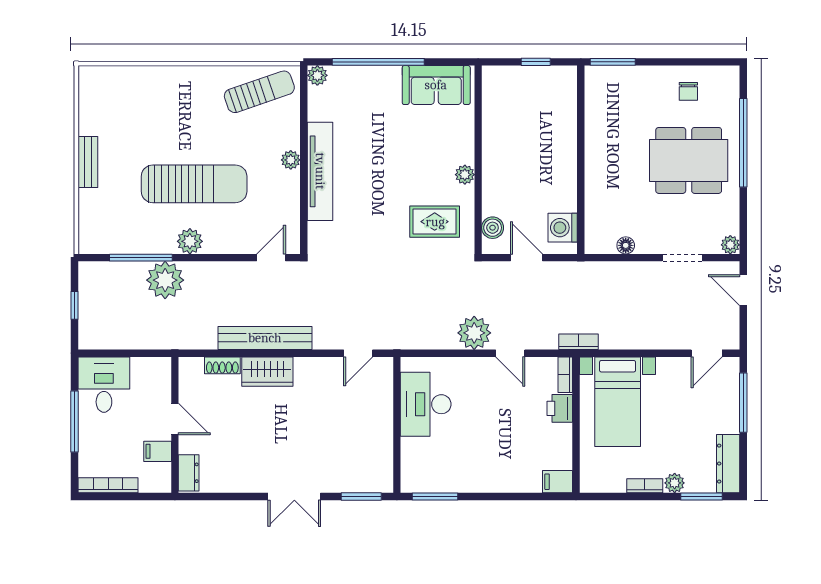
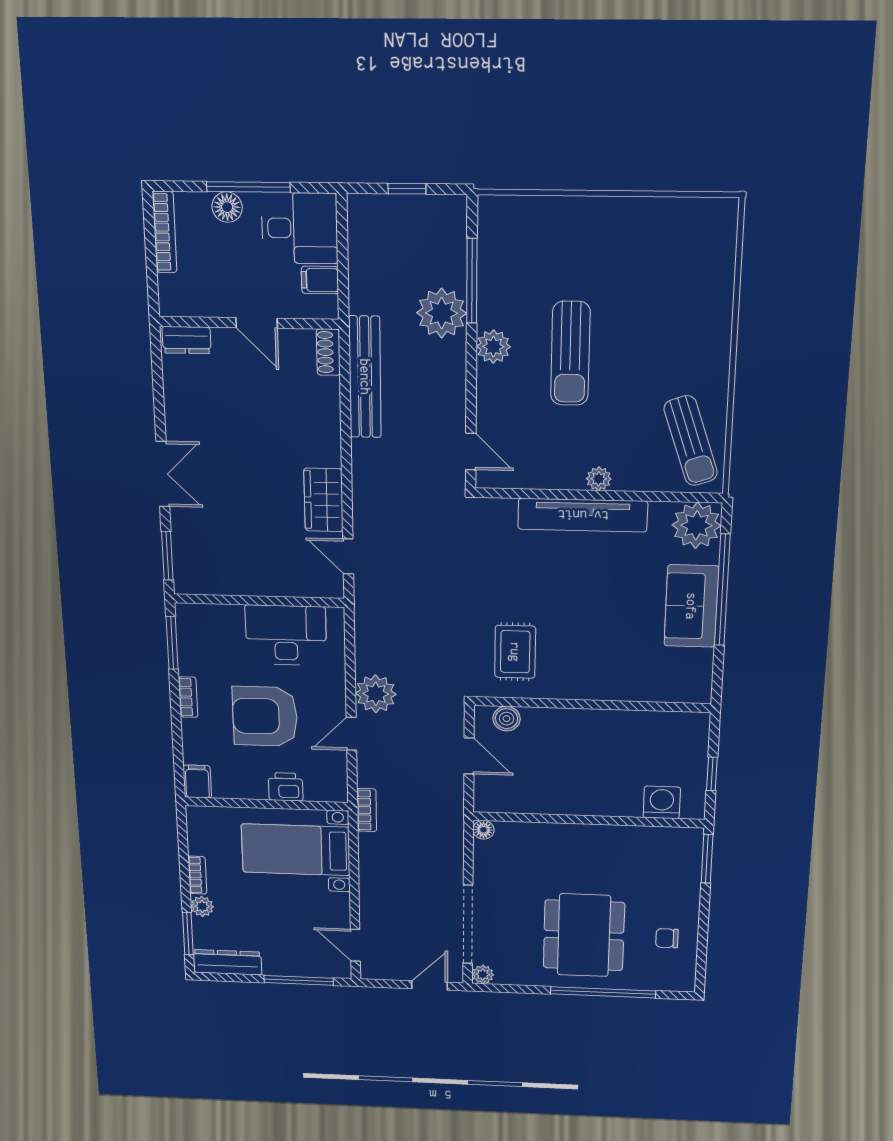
plant: (317, 75) -> (696, 525), width x1.88, depth x1.88
sofa: (436, 85) -> (691, 606), moved
bench: (88, 162) -> (604, 210), removed
plant: (465, 175) -> (574, 689), removed
sun lounger: (194, 184) -> (570, 353), width x0.73, depth x0.75
washing machine: (563, 228) -> (662, 802), moved
floor lamp: (626, 245) -> (483, 830), moved
door: (527, 258) -> (469, 756), hinge flipped
doorway: (682, 258) -> (468, 924), width x1.87
bench: (265, 338) -> (365, 377), moved
shoe rack: (222, 365) -> (328, 352), moved
wardrobe: (267, 372) -> (324, 500), moved
bookcase: (565, 375) -> (188, 697), moved, turned 90
door: (175, 419) -> (257, 323), hinge flipped
armchair: (497, 423) -> (265, 716), added
floor lamp: (89, 438) -> (227, 207), added
filing cabinet: (158, 451) -> (320, 280), moved, turned -90
double door: (294, 496) -> (163, 474), swing flipped

